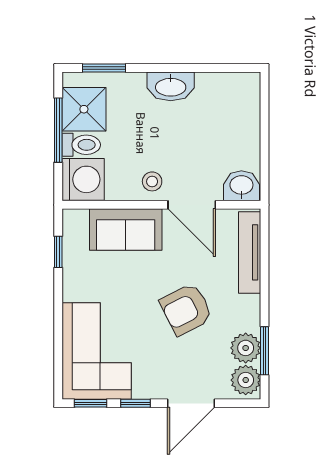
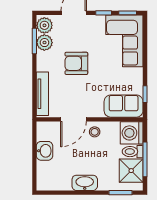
washbasin: (241, 186) -> (45, 151), moved, turned -90
door: (192, 205) -> (73, 119), swing flipped
sofa: (126, 230) -> (124, 106), moved
armchair: (186, 309) -> (76, 63), turned -153

